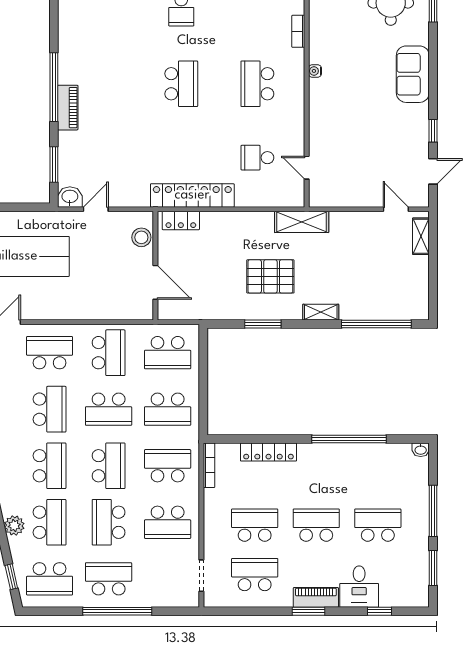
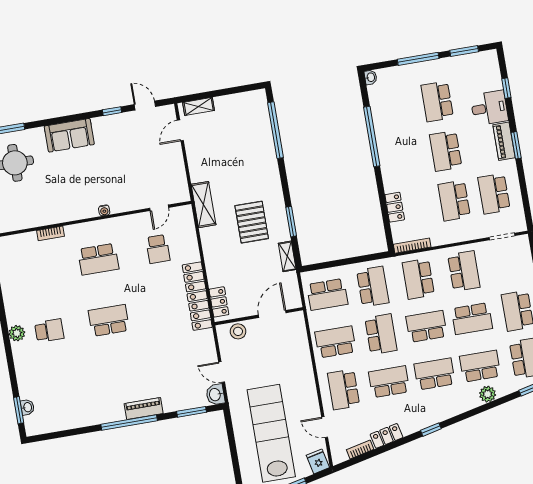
water cooler: (315, 71) -> (104, 210), moved
shelving: (321, 312) -> (287, 256), moved
school desk: (168, 353) -> (327, 294), turned 90
locker: (268, 452) -> (395, 207), width x0.66

